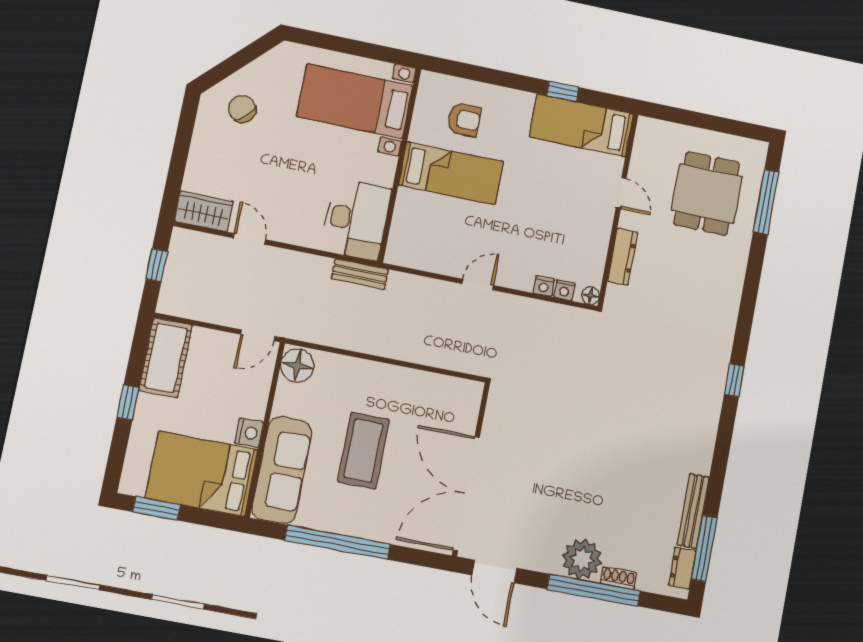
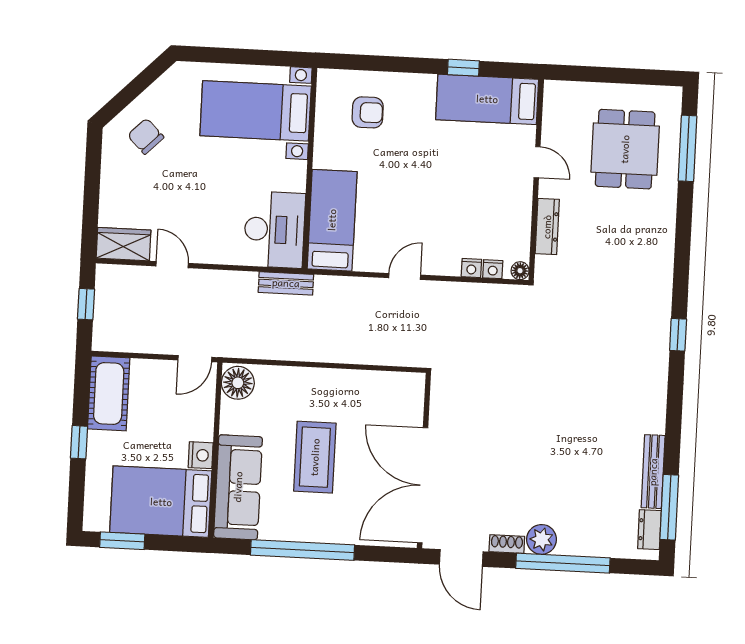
bed: (451, 173) -> (332, 220), moved, turned -90
plant: (582, 559) -> (542, 539), width x0.73, depth x0.73
shoe rack: (619, 578) -> (507, 544), moved

